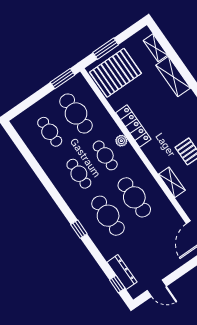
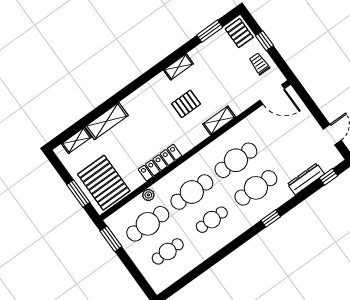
plant: (121, 141) -> (148, 195), moved
cafe table: (105, 155) -> (192, 192), width x1.37, depth x1.35
dresser: (122, 272) -> (306, 179), moved

